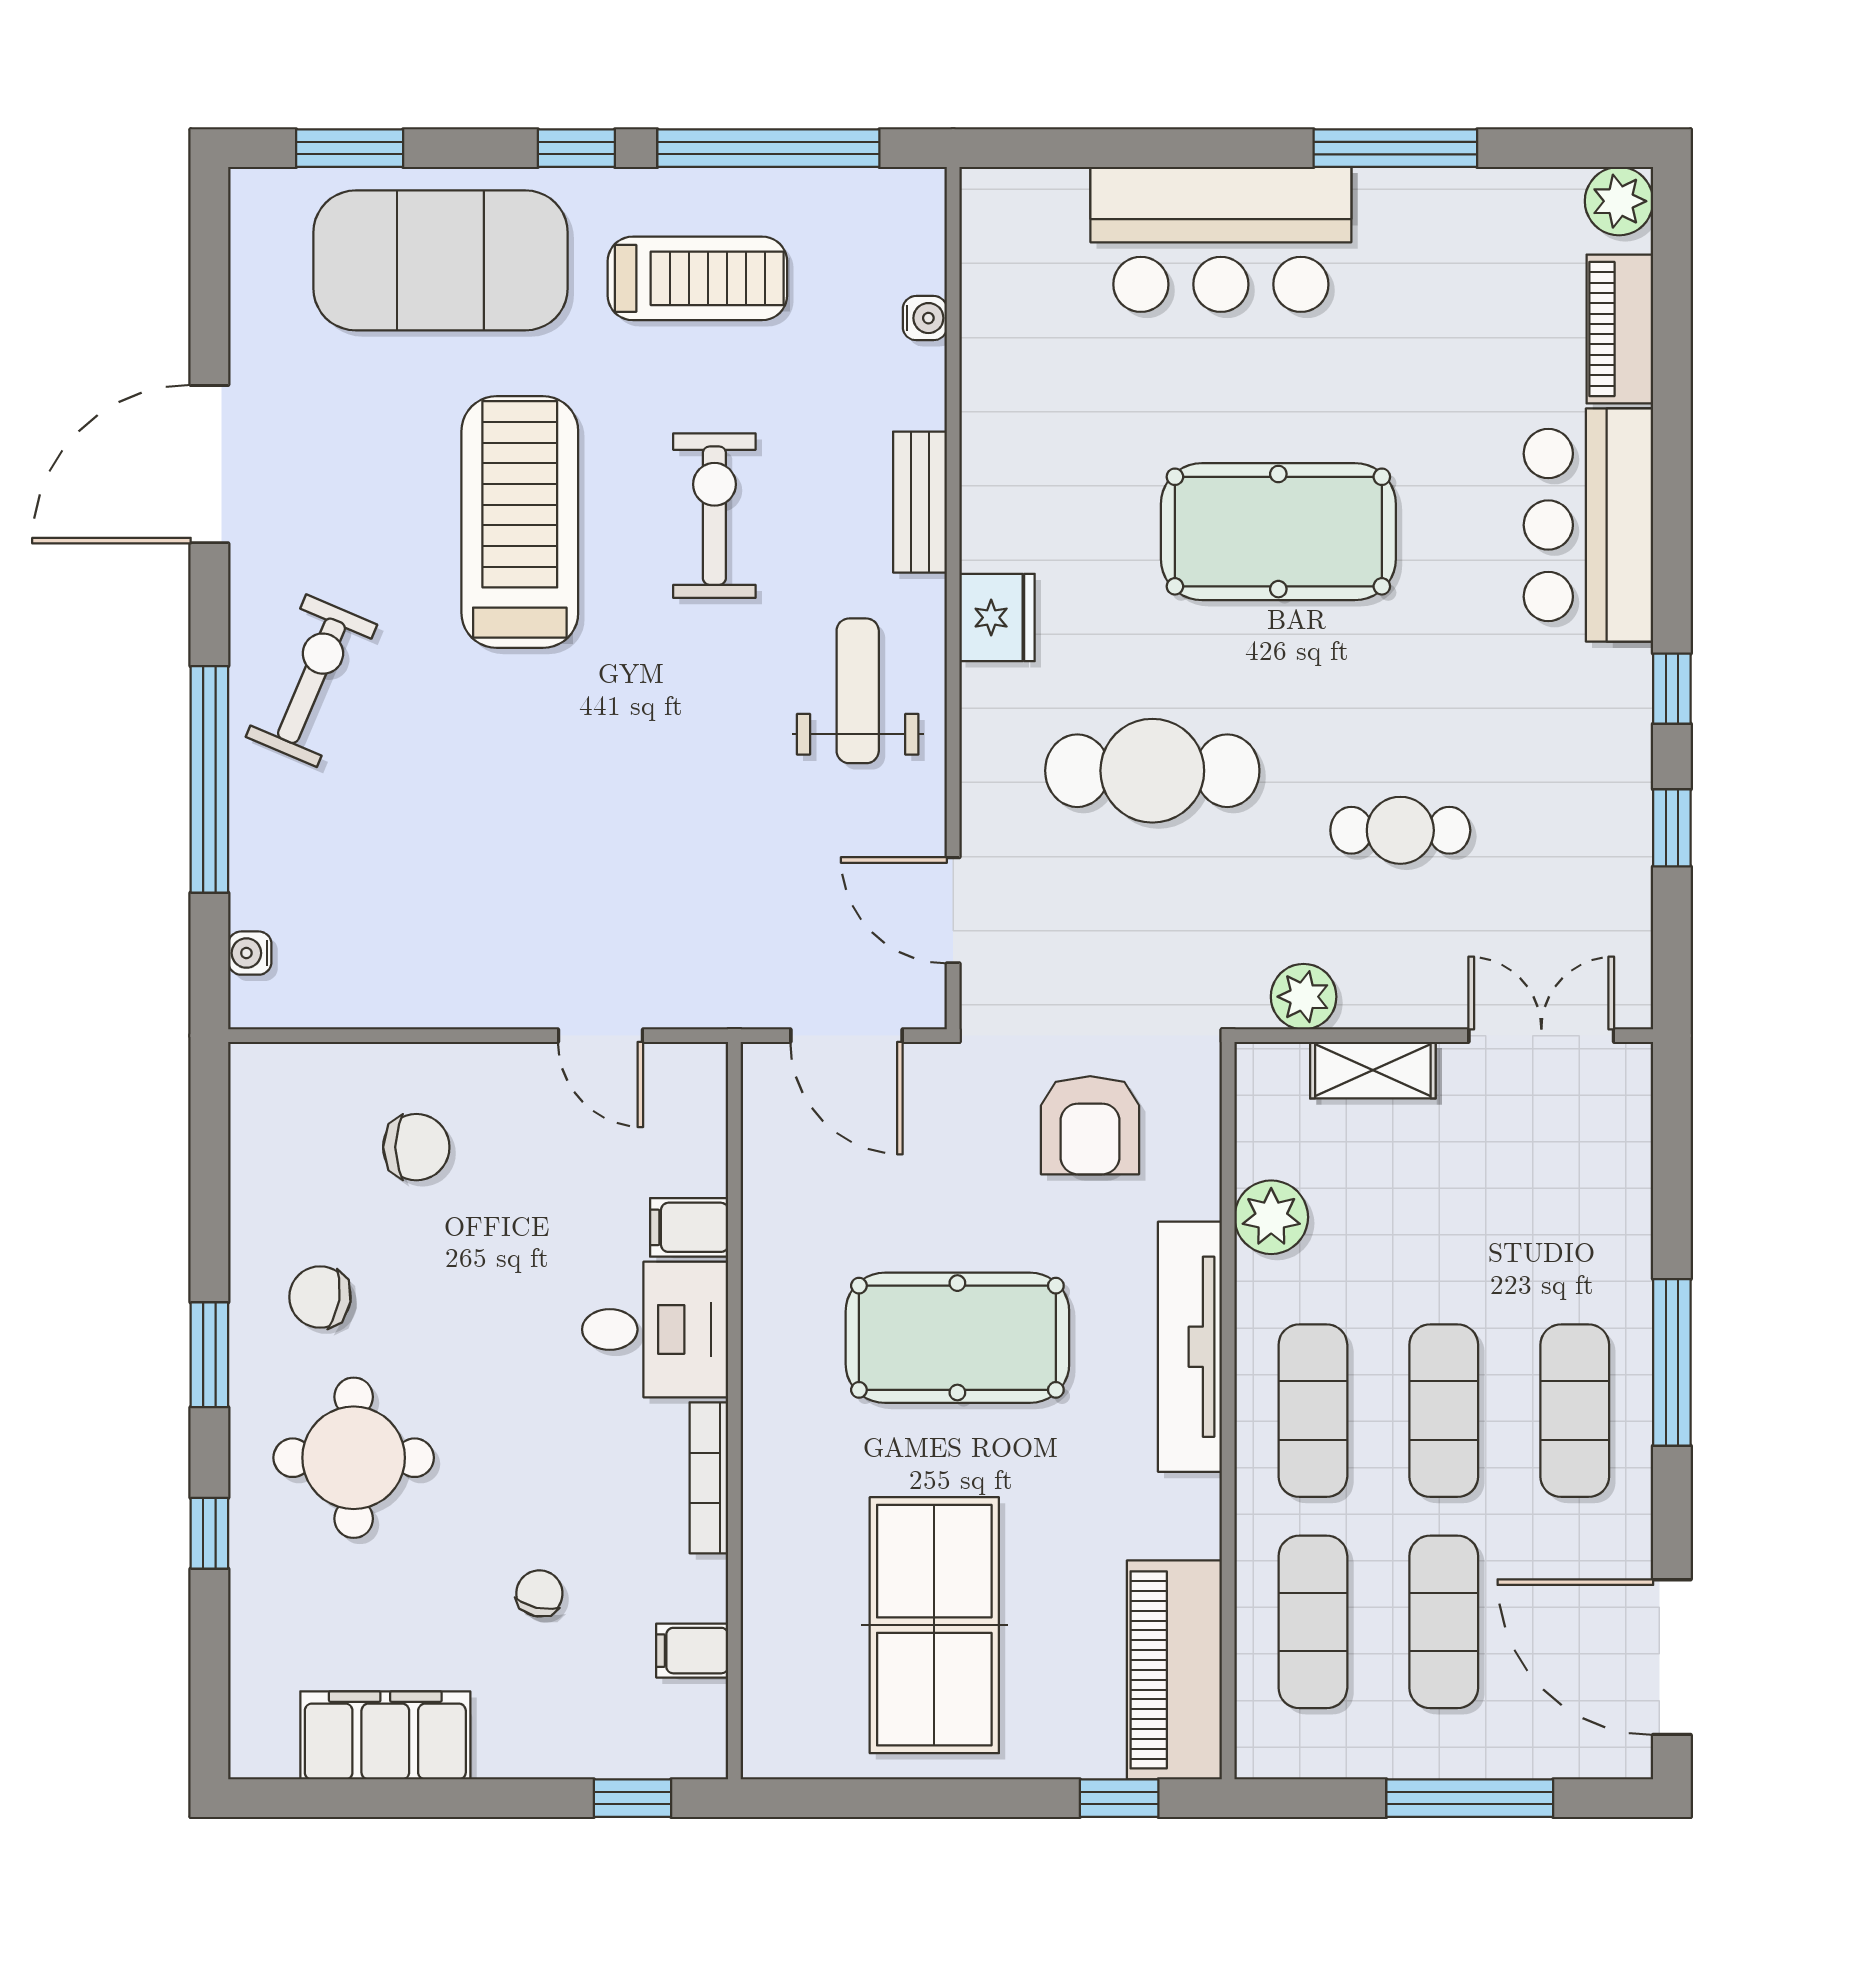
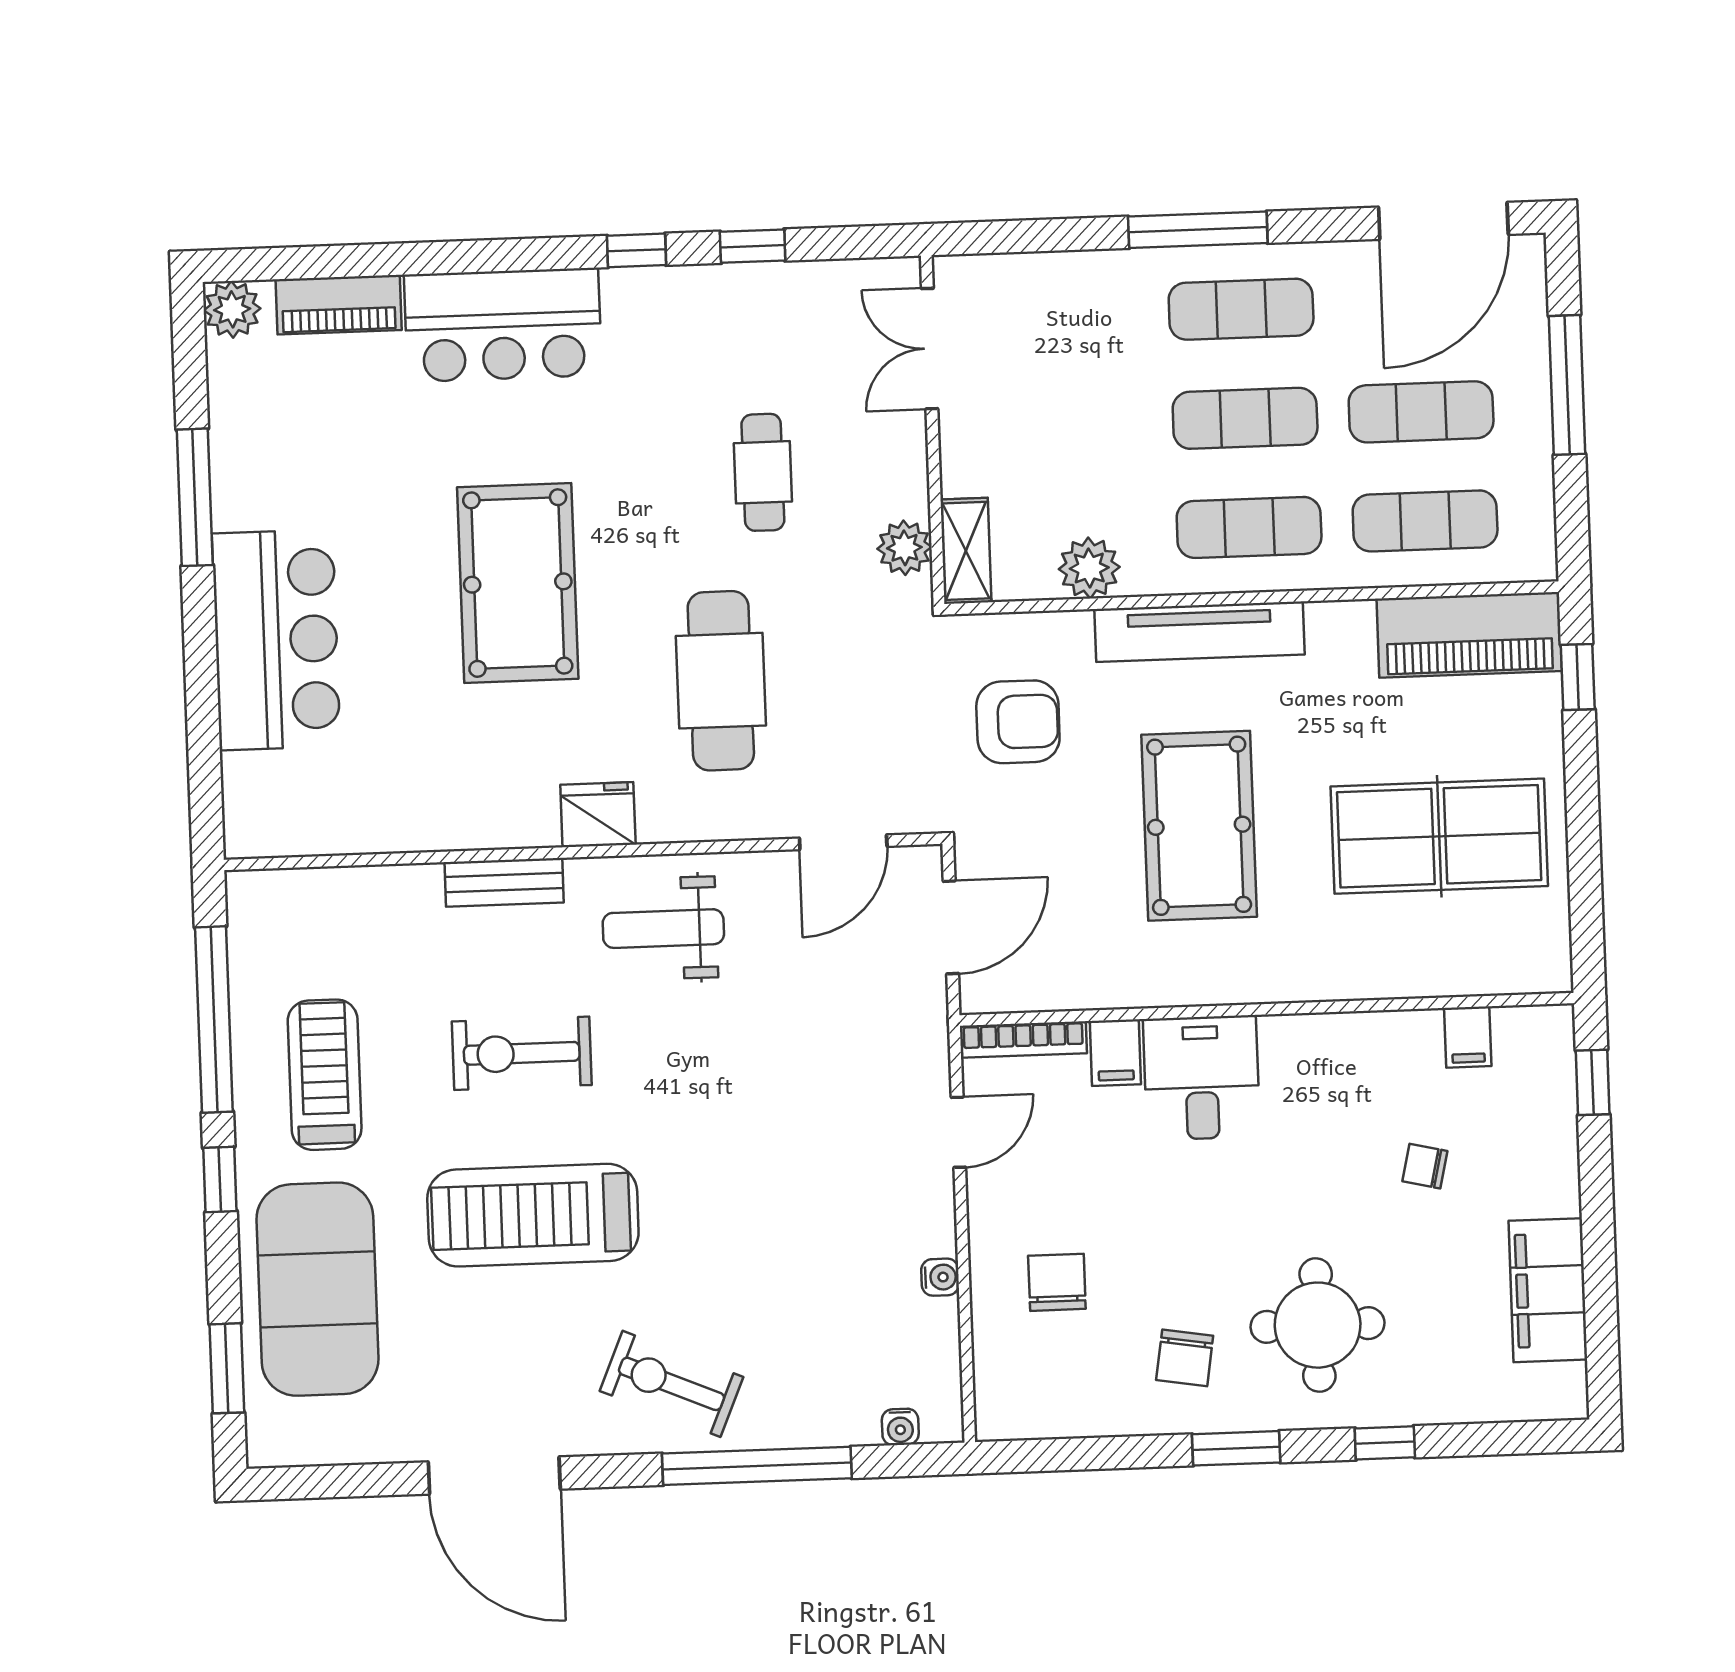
water cooler: (925, 318) -> (940, 1277), moved, turned 90
shelving: (1373, 1070) -> (966, 551), moved
bookcase: (709, 1478) -> (1023, 1040), moved

